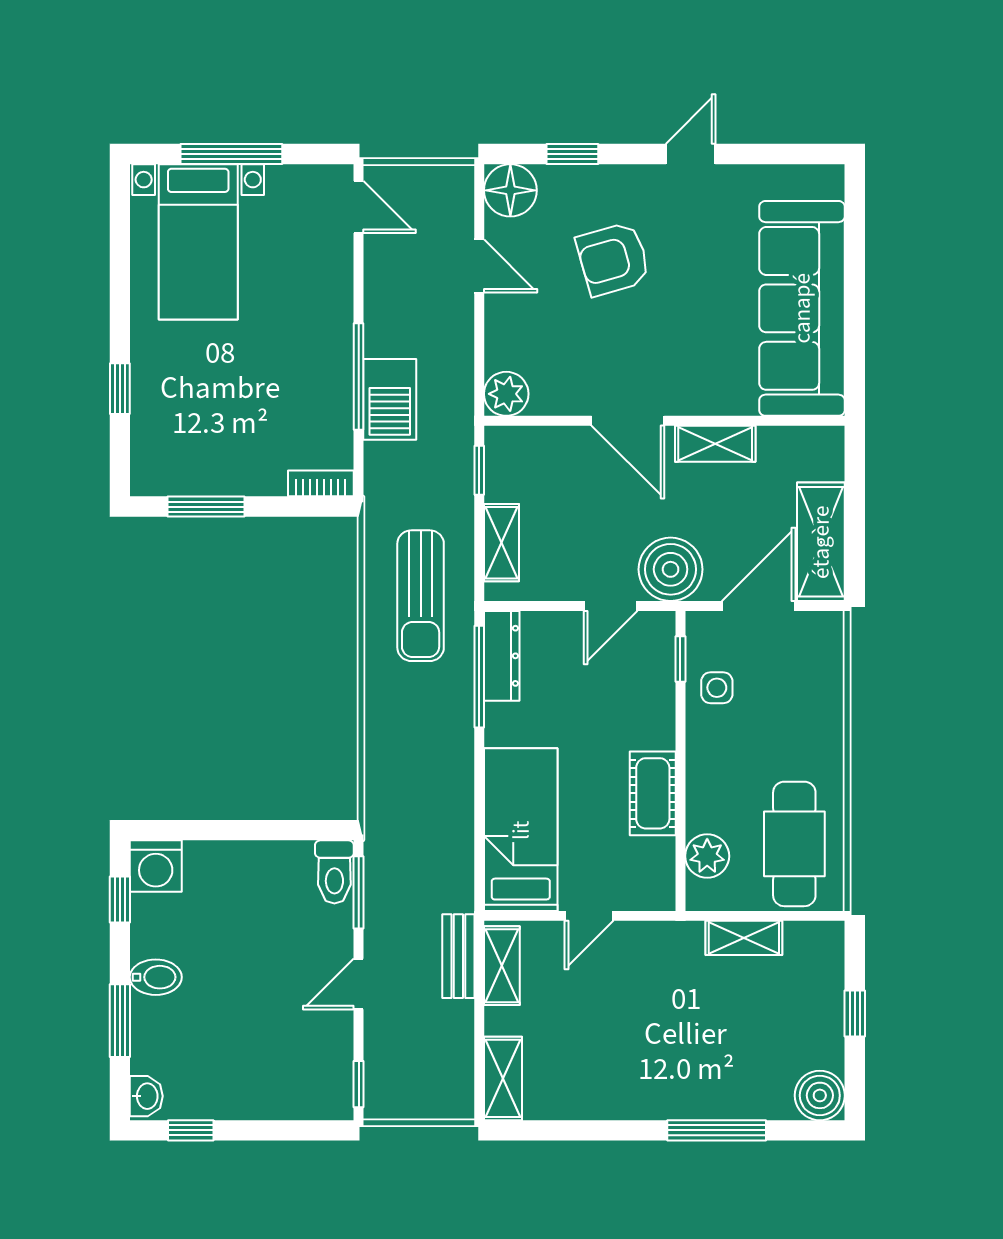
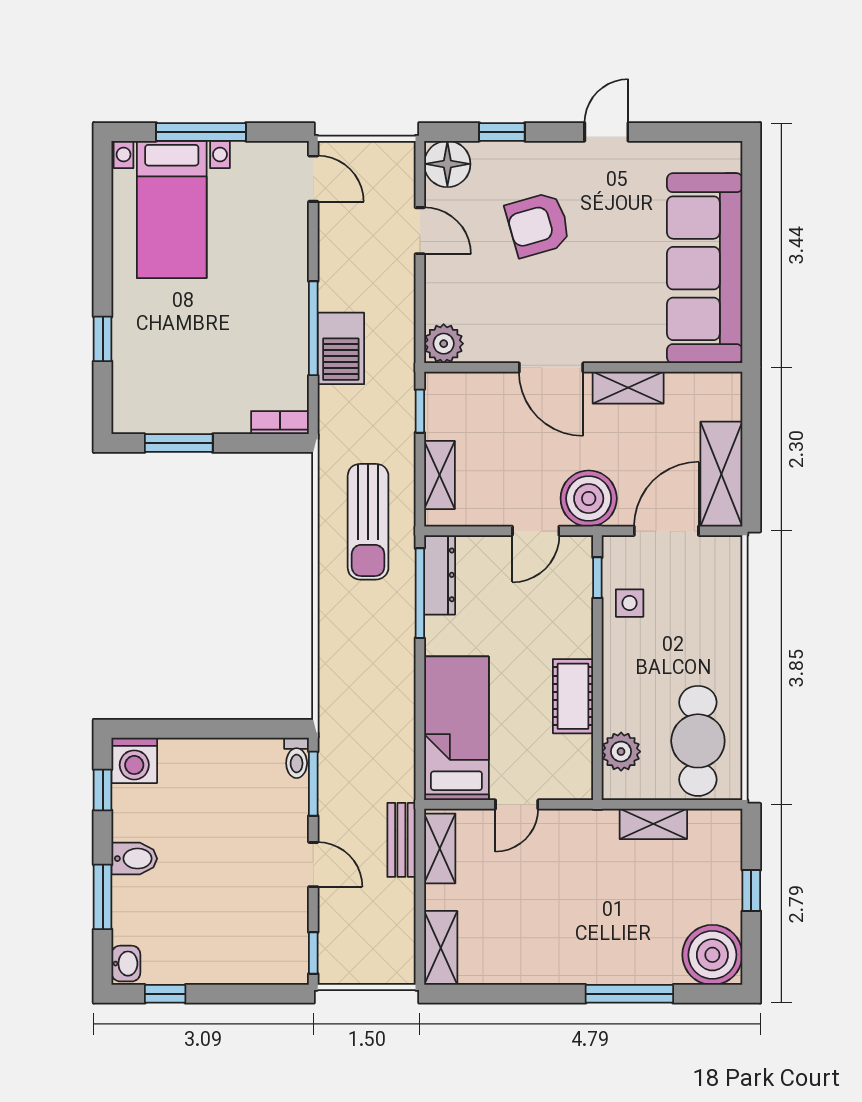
toilet: (334, 872) -> (297, 758), width x0.73, depth x0.72
door: (359, 984) -> (313, 865), swing flipped
boiler: (820, 1095) -> (712, 955), width x1.37, depth x1.37

